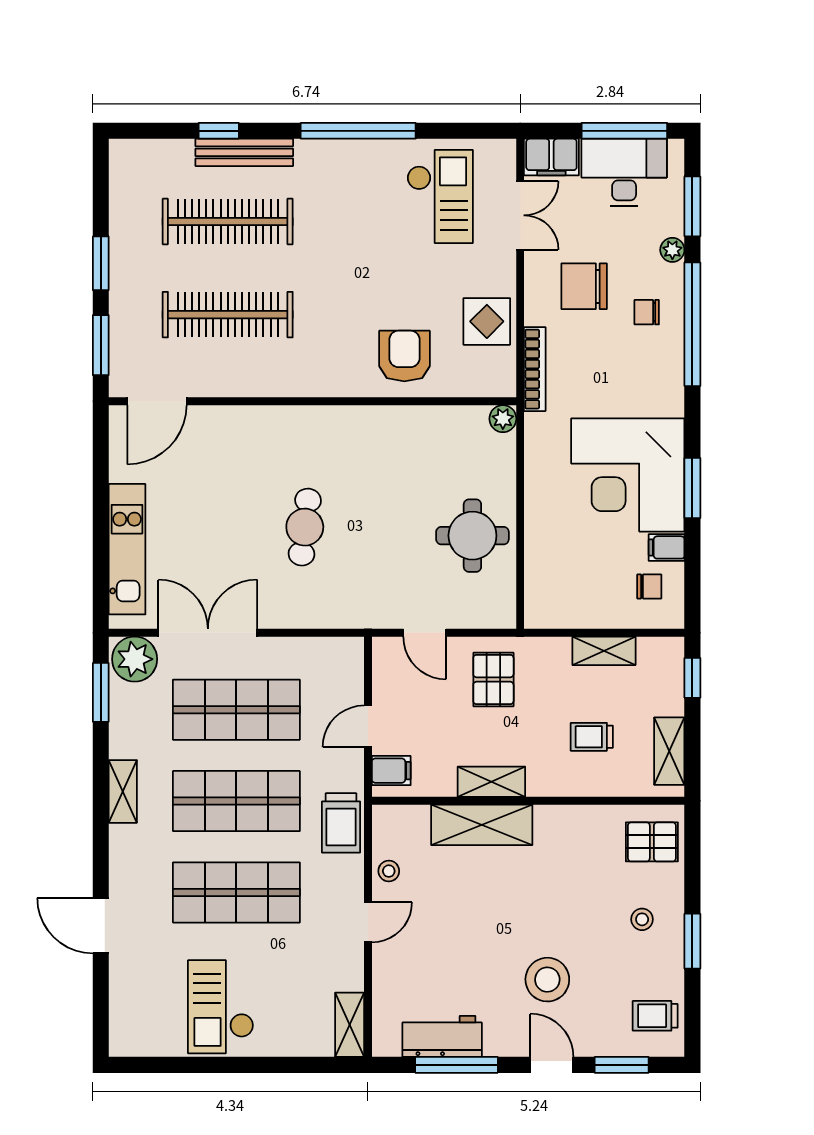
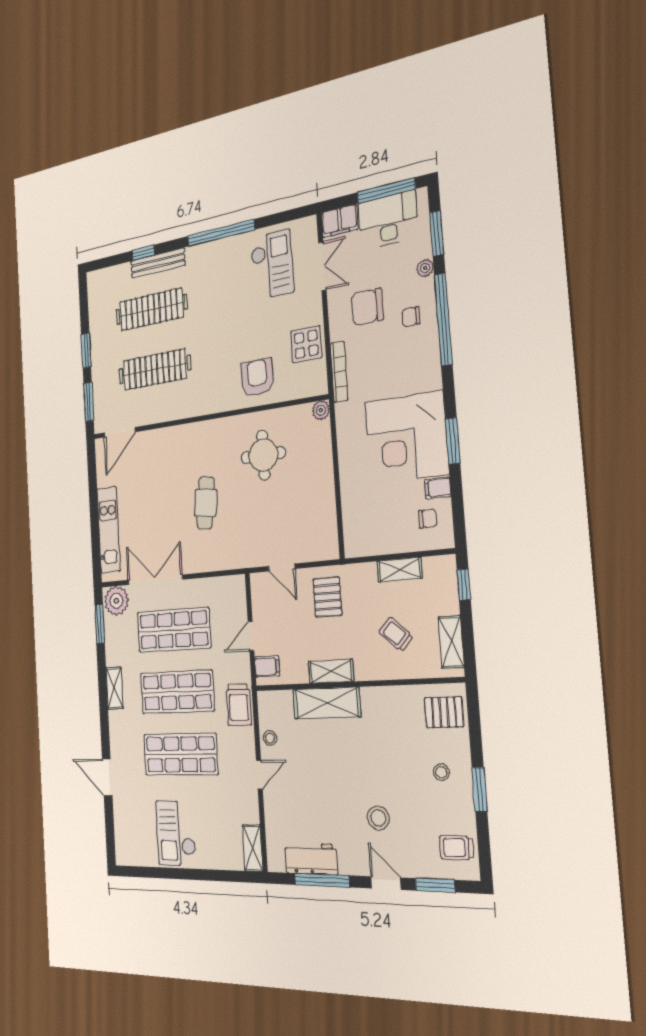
round table: (472, 536) -> (263, 455), moved
trolley: (592, 737) -> (396, 634), turned 42
stool: (547, 980) -> (378, 818), width x0.73, depth x0.73

